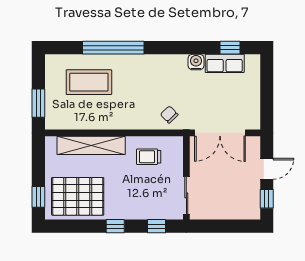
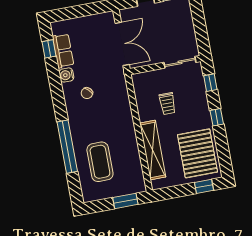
chair: (169, 115) -> (87, 93), moved
trolley: (149, 157) -> (167, 104), moved

